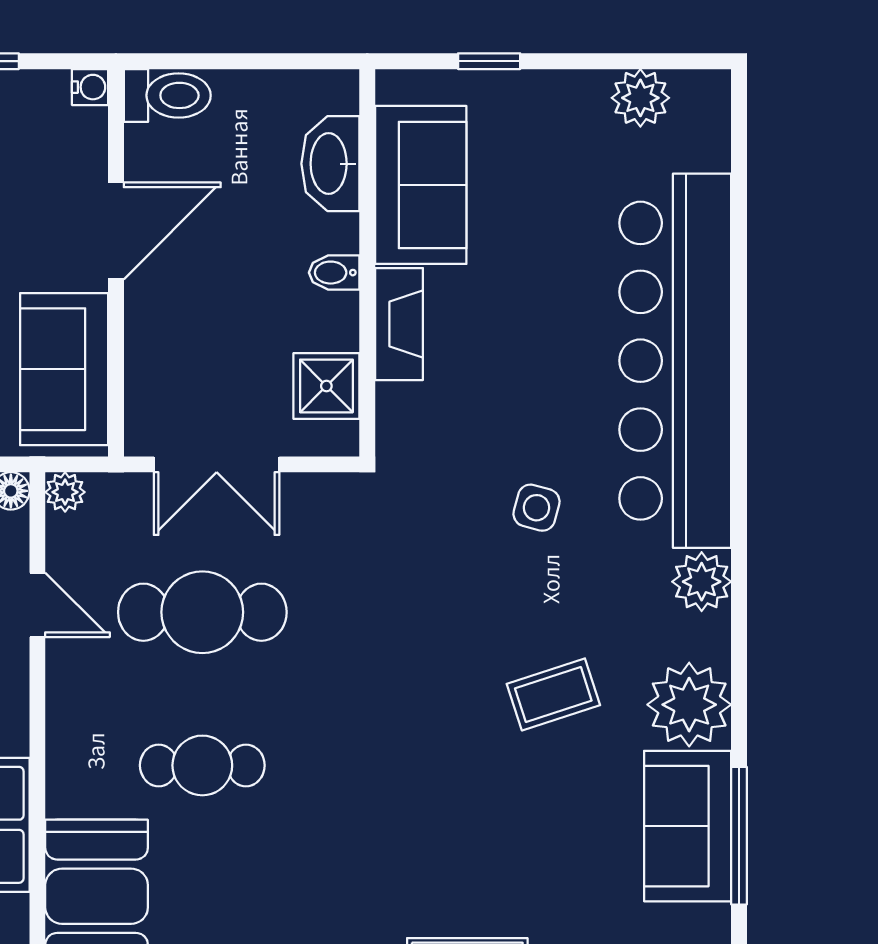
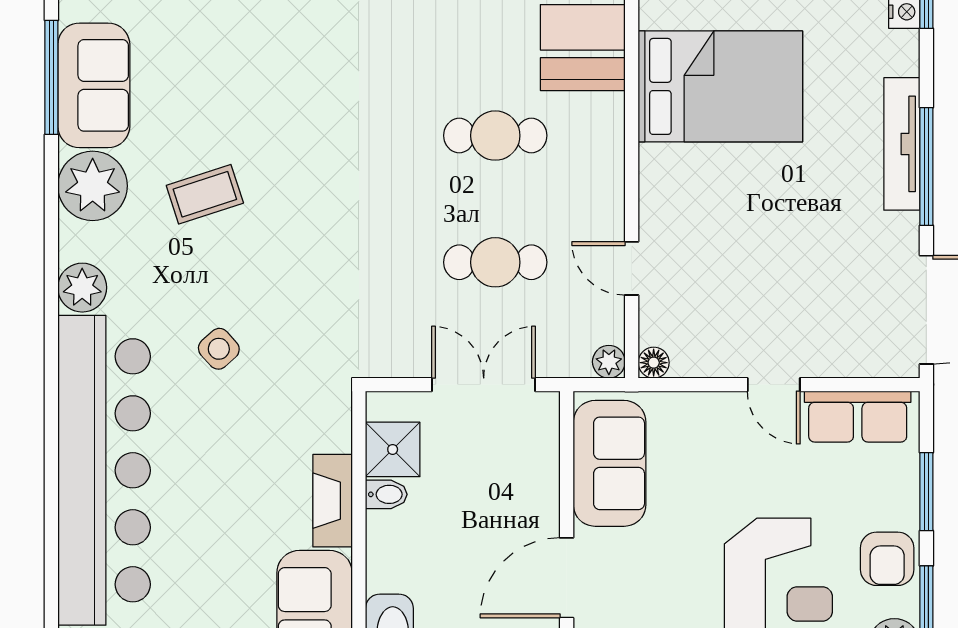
bidet: (334, 273) -> (386, 494), moved
side table: (536, 508) -> (219, 349), turned 33
cafe table: (202, 612) -> (495, 262), width x0.73, depth x0.74

